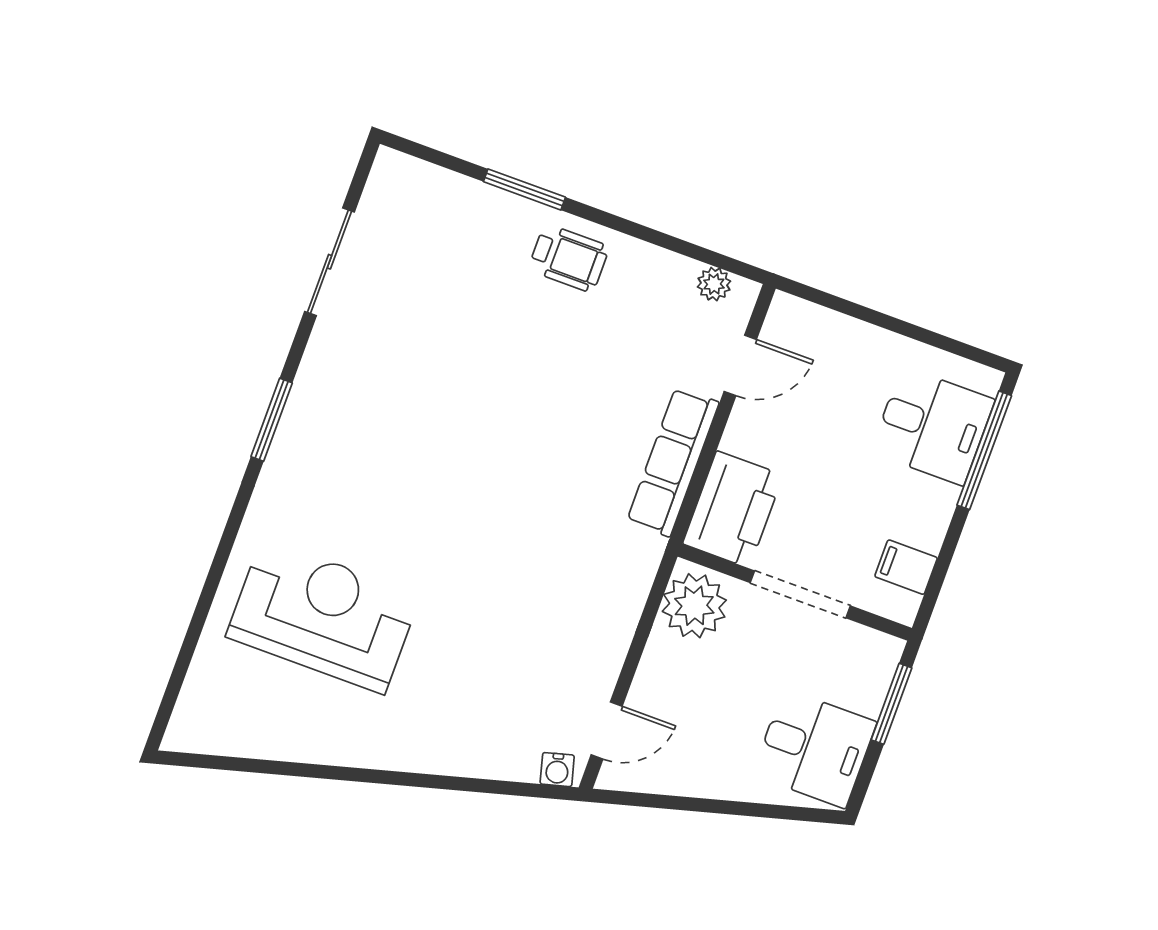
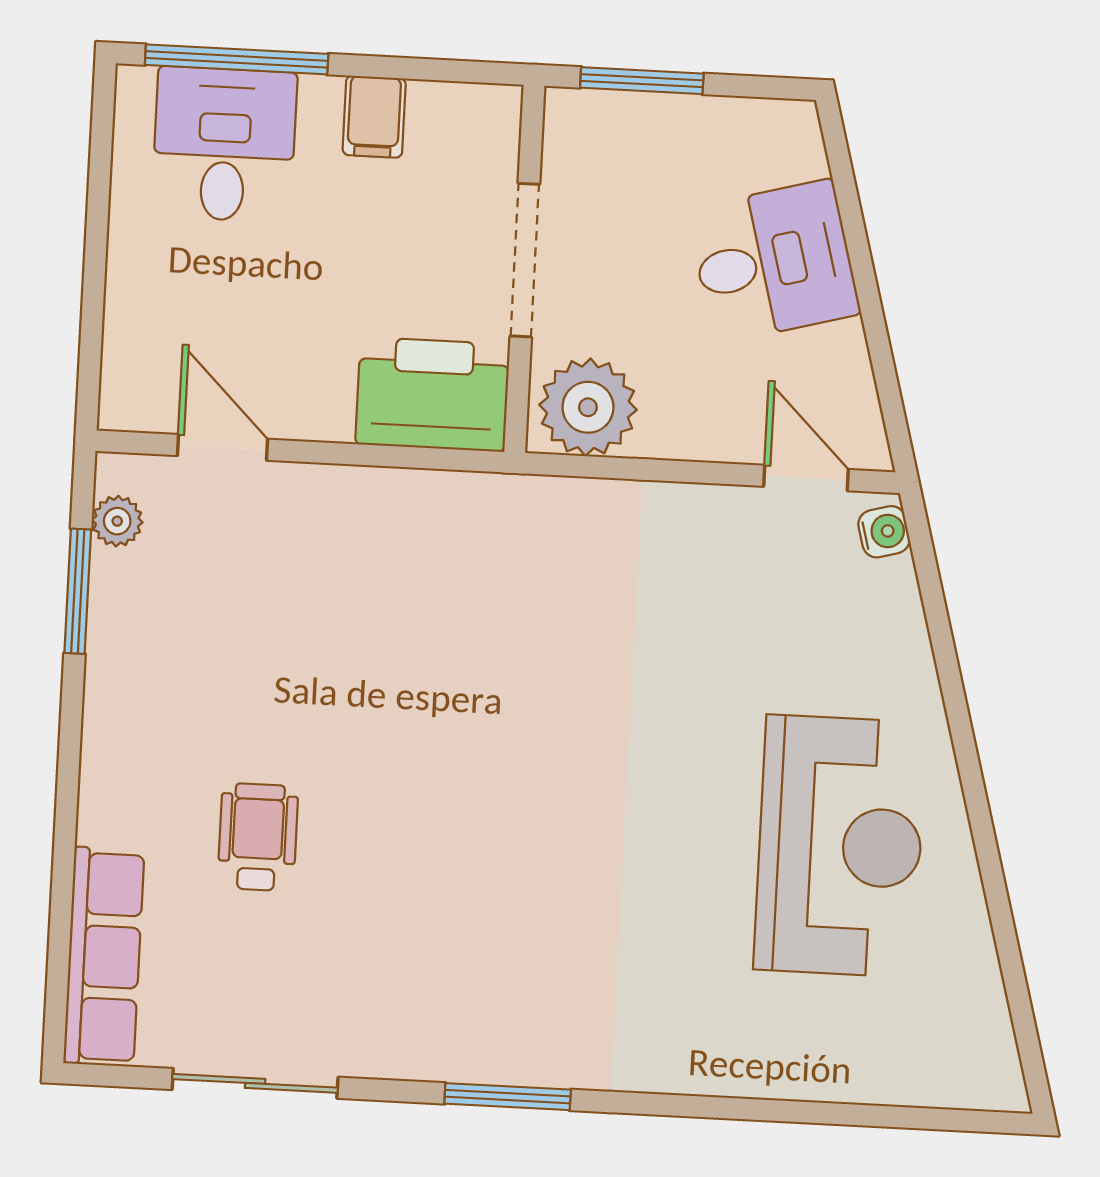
window: (524, 189) -> (78, 591), moved
wheelchair: (569, 258) -> (258, 837), moved
row of seats: (673, 462) -> (104, 957), moved, turned -90
filing cabinet: (906, 567) -> (374, 117), moved
reception desk: (323, 616) -> (840, 846), moved, turned 180
desk: (815, 748) -> (774, 262), moved, turned 75

